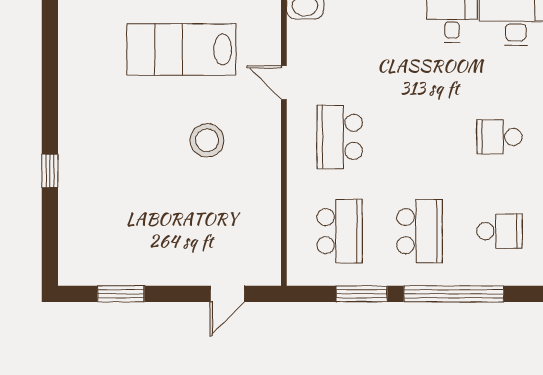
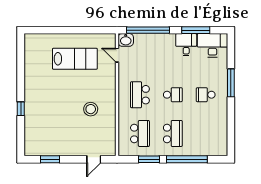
lab bench: (181, 49) -> (75, 59), turned 180
door: (284, 83) -> (117, 55), moved
stool: (207, 140) -> (91, 109), moved
school desk: (499, 231) -> (173, 95), moved

